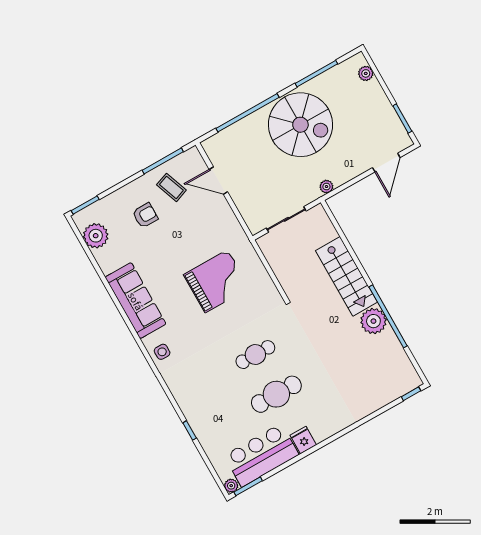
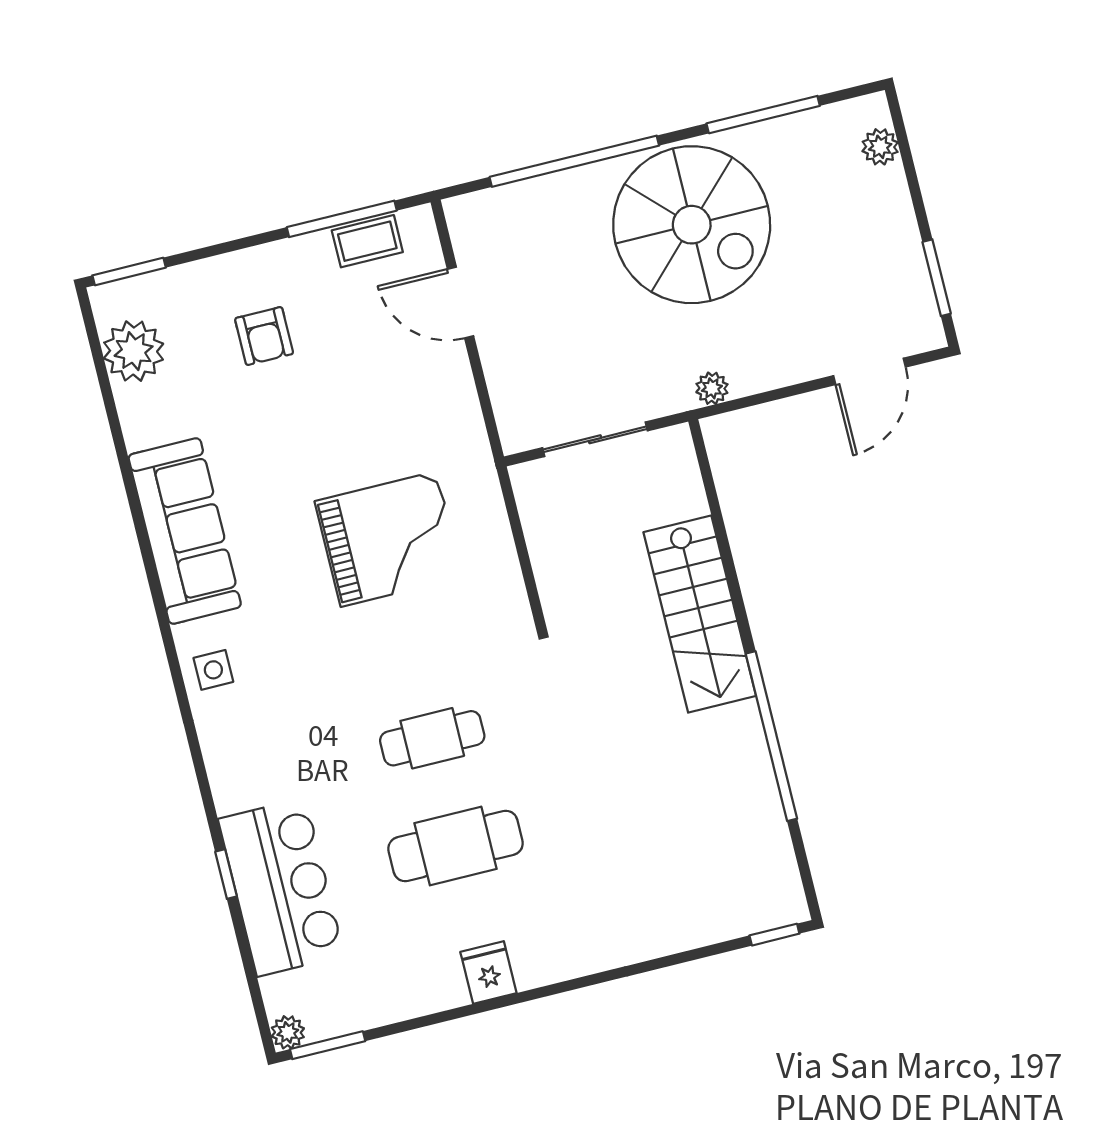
coffee table: (171, 187) -> (367, 241), moved, turned -70
armchair: (145, 215) -> (264, 336), turned 90
plant: (373, 321) -> (734, 738), removed
bar counter: (261, 455) -> (281, 887), moved, turned 90

